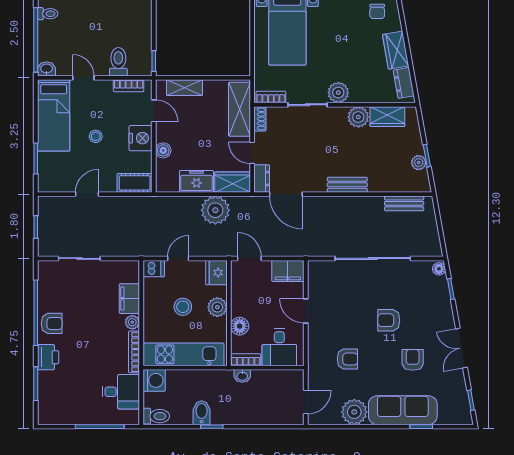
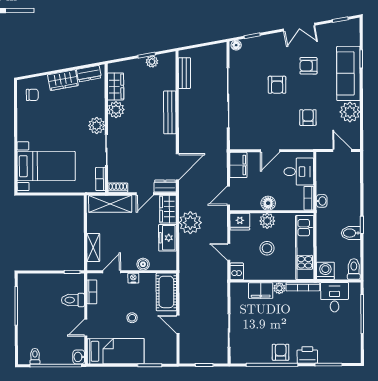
nightstand: (141, 138) -> (133, 278), width x0.53, depth x0.56
cot: (135, 183) -> (166, 292), width x1.37, depth x1.34
bench: (347, 185) -> (170, 112), width x1.36
floor lamp: (240, 326) -> (268, 203), moved

